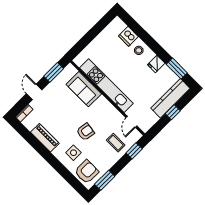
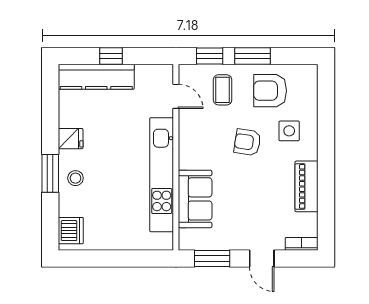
dishwasher: (128, 36) -> (71, 231), moved
window: (177, 69) -> (50, 173), moved
door: (34, 92) -> (262, 259), hinge flipped
door: (131, 122) -> (176, 96), hinge flipped
armchair: (87, 172) -> (270, 91), moved
window: (105, 180) -> (252, 56), moved

